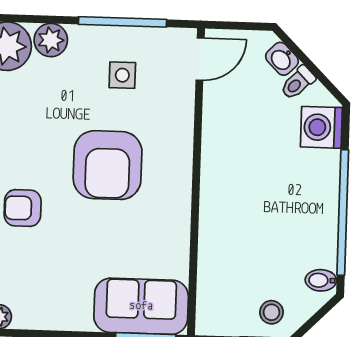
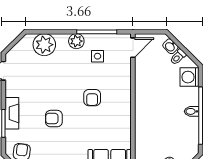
plant: (51, 40) -> (76, 41), moved
armchair: (108, 165) -> (92, 98), width x0.53, depth x0.53
bidet: (321, 280) -> (192, 111), moved

